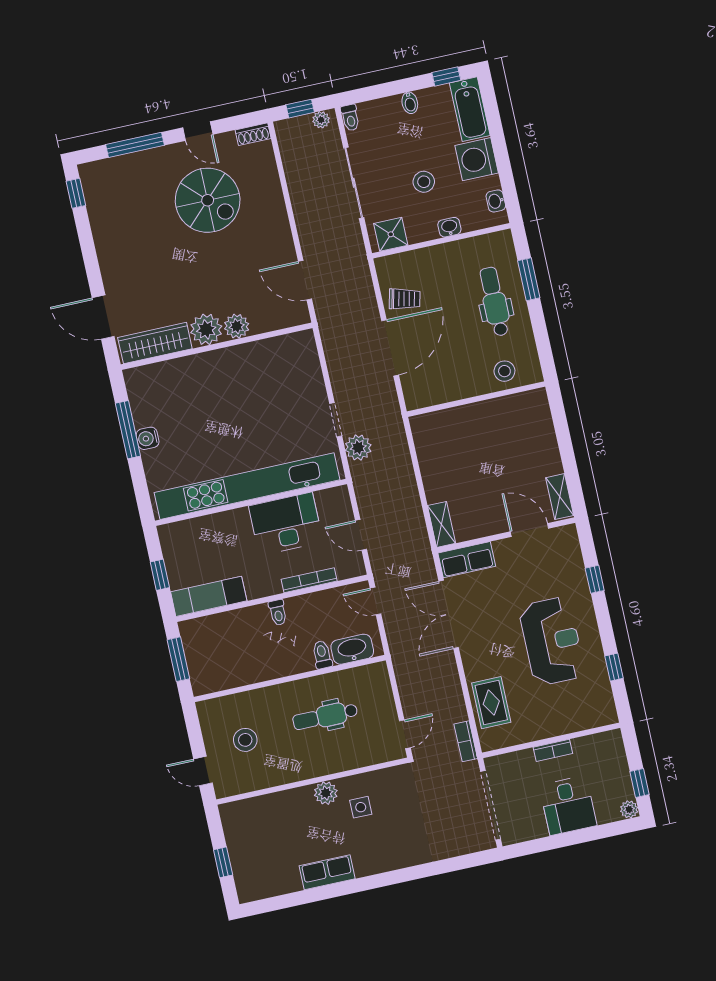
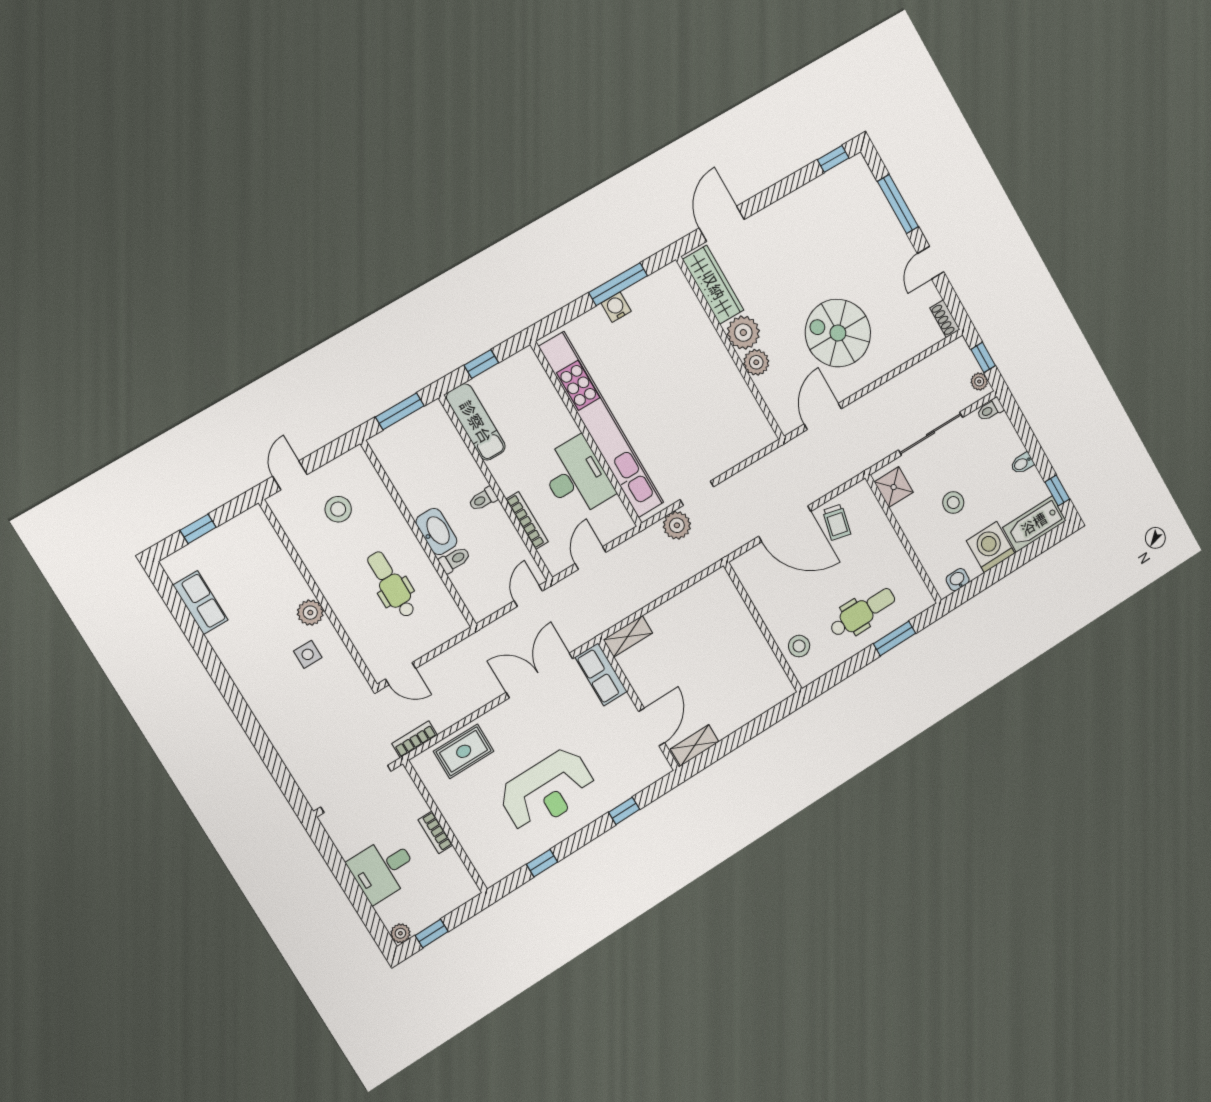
spiral stairs: (208, 200) -> (838, 333), moved, turned 90
washbasin: (449, 227) -> (919, 543), removed
washbasin: (352, 649) -> (436, 532), moved
row of seats: (327, 872) -> (200, 603), moved

